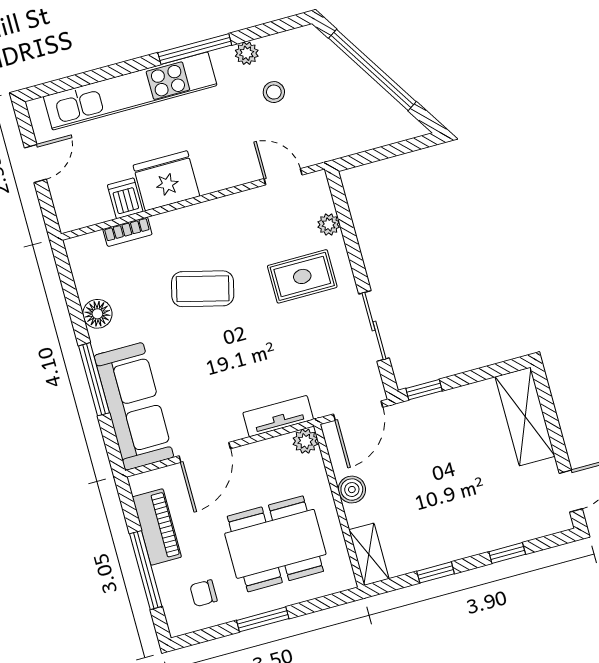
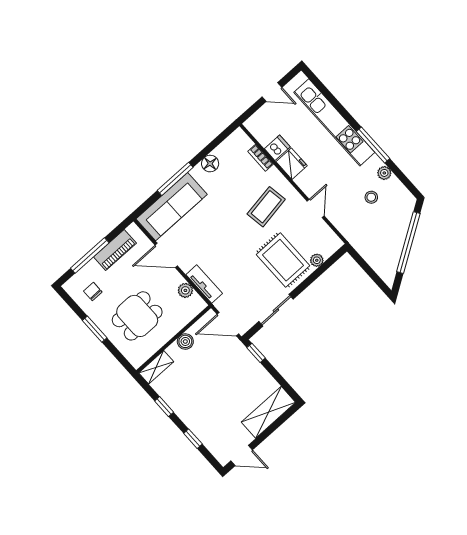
door: (283, 177) -> (316, 208), moved
fridge: (166, 181) -> (292, 164), width x0.73, depth x0.75
rug: (302, 276) -> (283, 260), width x1.36, depth x1.43
coffee table: (203, 289) -> (266, 207), moved, turned 67
plant: (305, 441) -> (185, 290), moved
dining table: (275, 544) -> (137, 316), width x0.73

